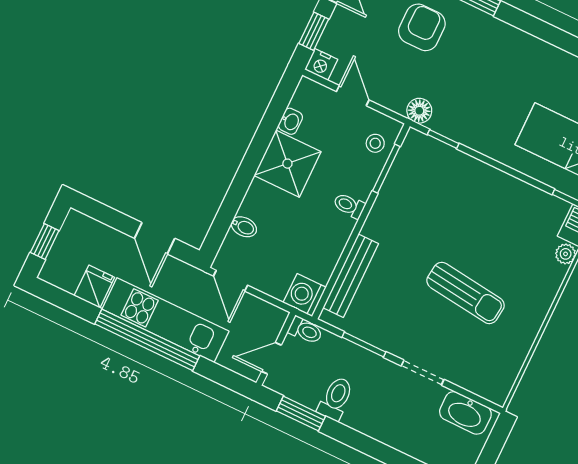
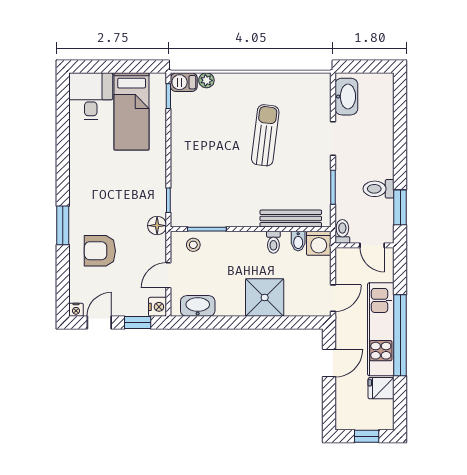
washbasin: (290, 121) -> (198, 306), width x1.91, depth x1.45
shower: (287, 164) -> (265, 297), moved
toilet: (349, 206) -> (273, 242), moved
bidet: (244, 227) -> (298, 241), moved, turned 180

